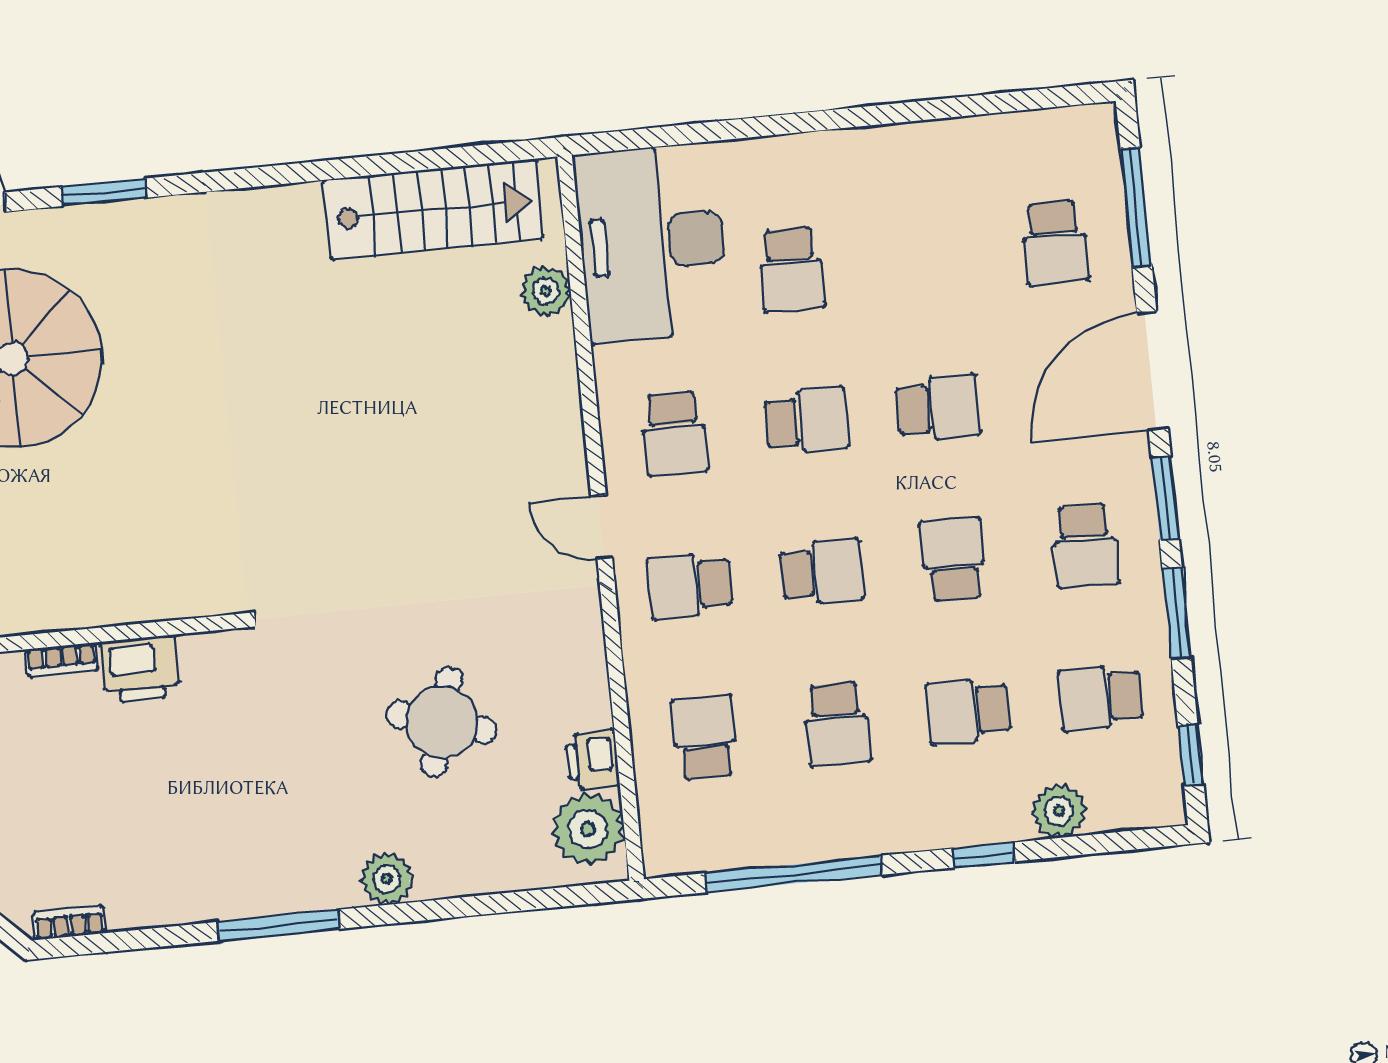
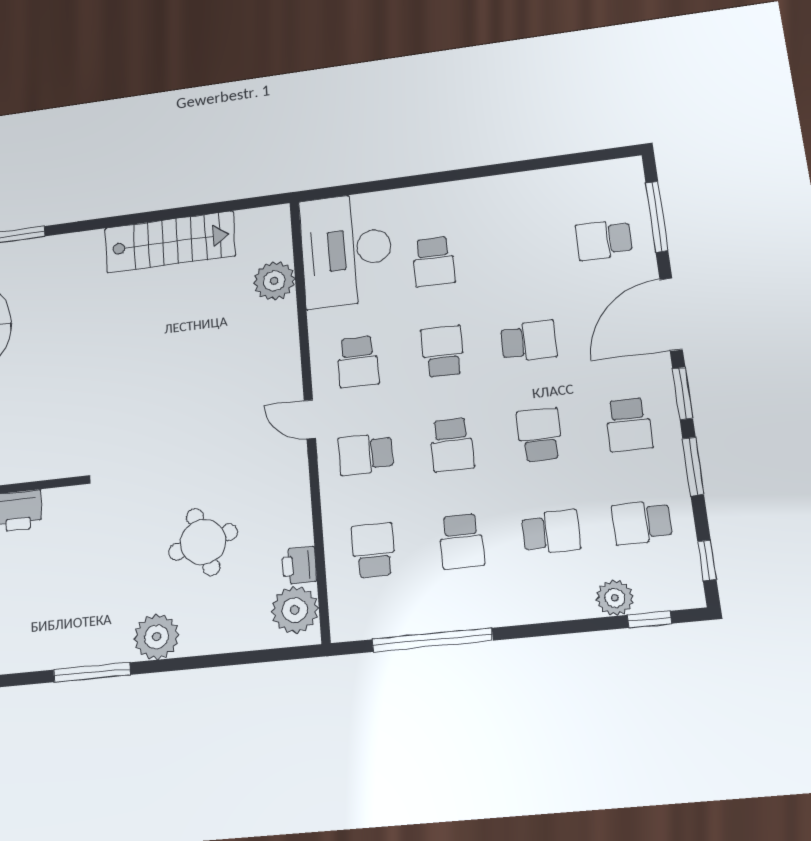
stairs: (433, 210) -> (170, 242), moved
school desk: (1055, 243) -> (604, 240), turned 90
plant: (546, 291) -> (274, 281), width x1.36, depth x1.36
school desk: (806, 421) -> (443, 351), turned -90
school desk: (822, 572) -> (452, 445), turned 90
school desk: (969, 711) -> (551, 532), turned 180
round table: (442, 722) -> (203, 542), turned -31
window: (983, 855) -> (650, 619), moved
plant: (387, 879) -> (156, 637), width x1.36, depth x1.36

